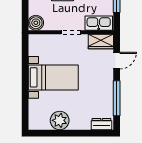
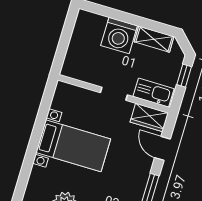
boiler: (36, 23) -> (72, 68), removed
door: (117, 61) -> (162, 148), swing flipped

